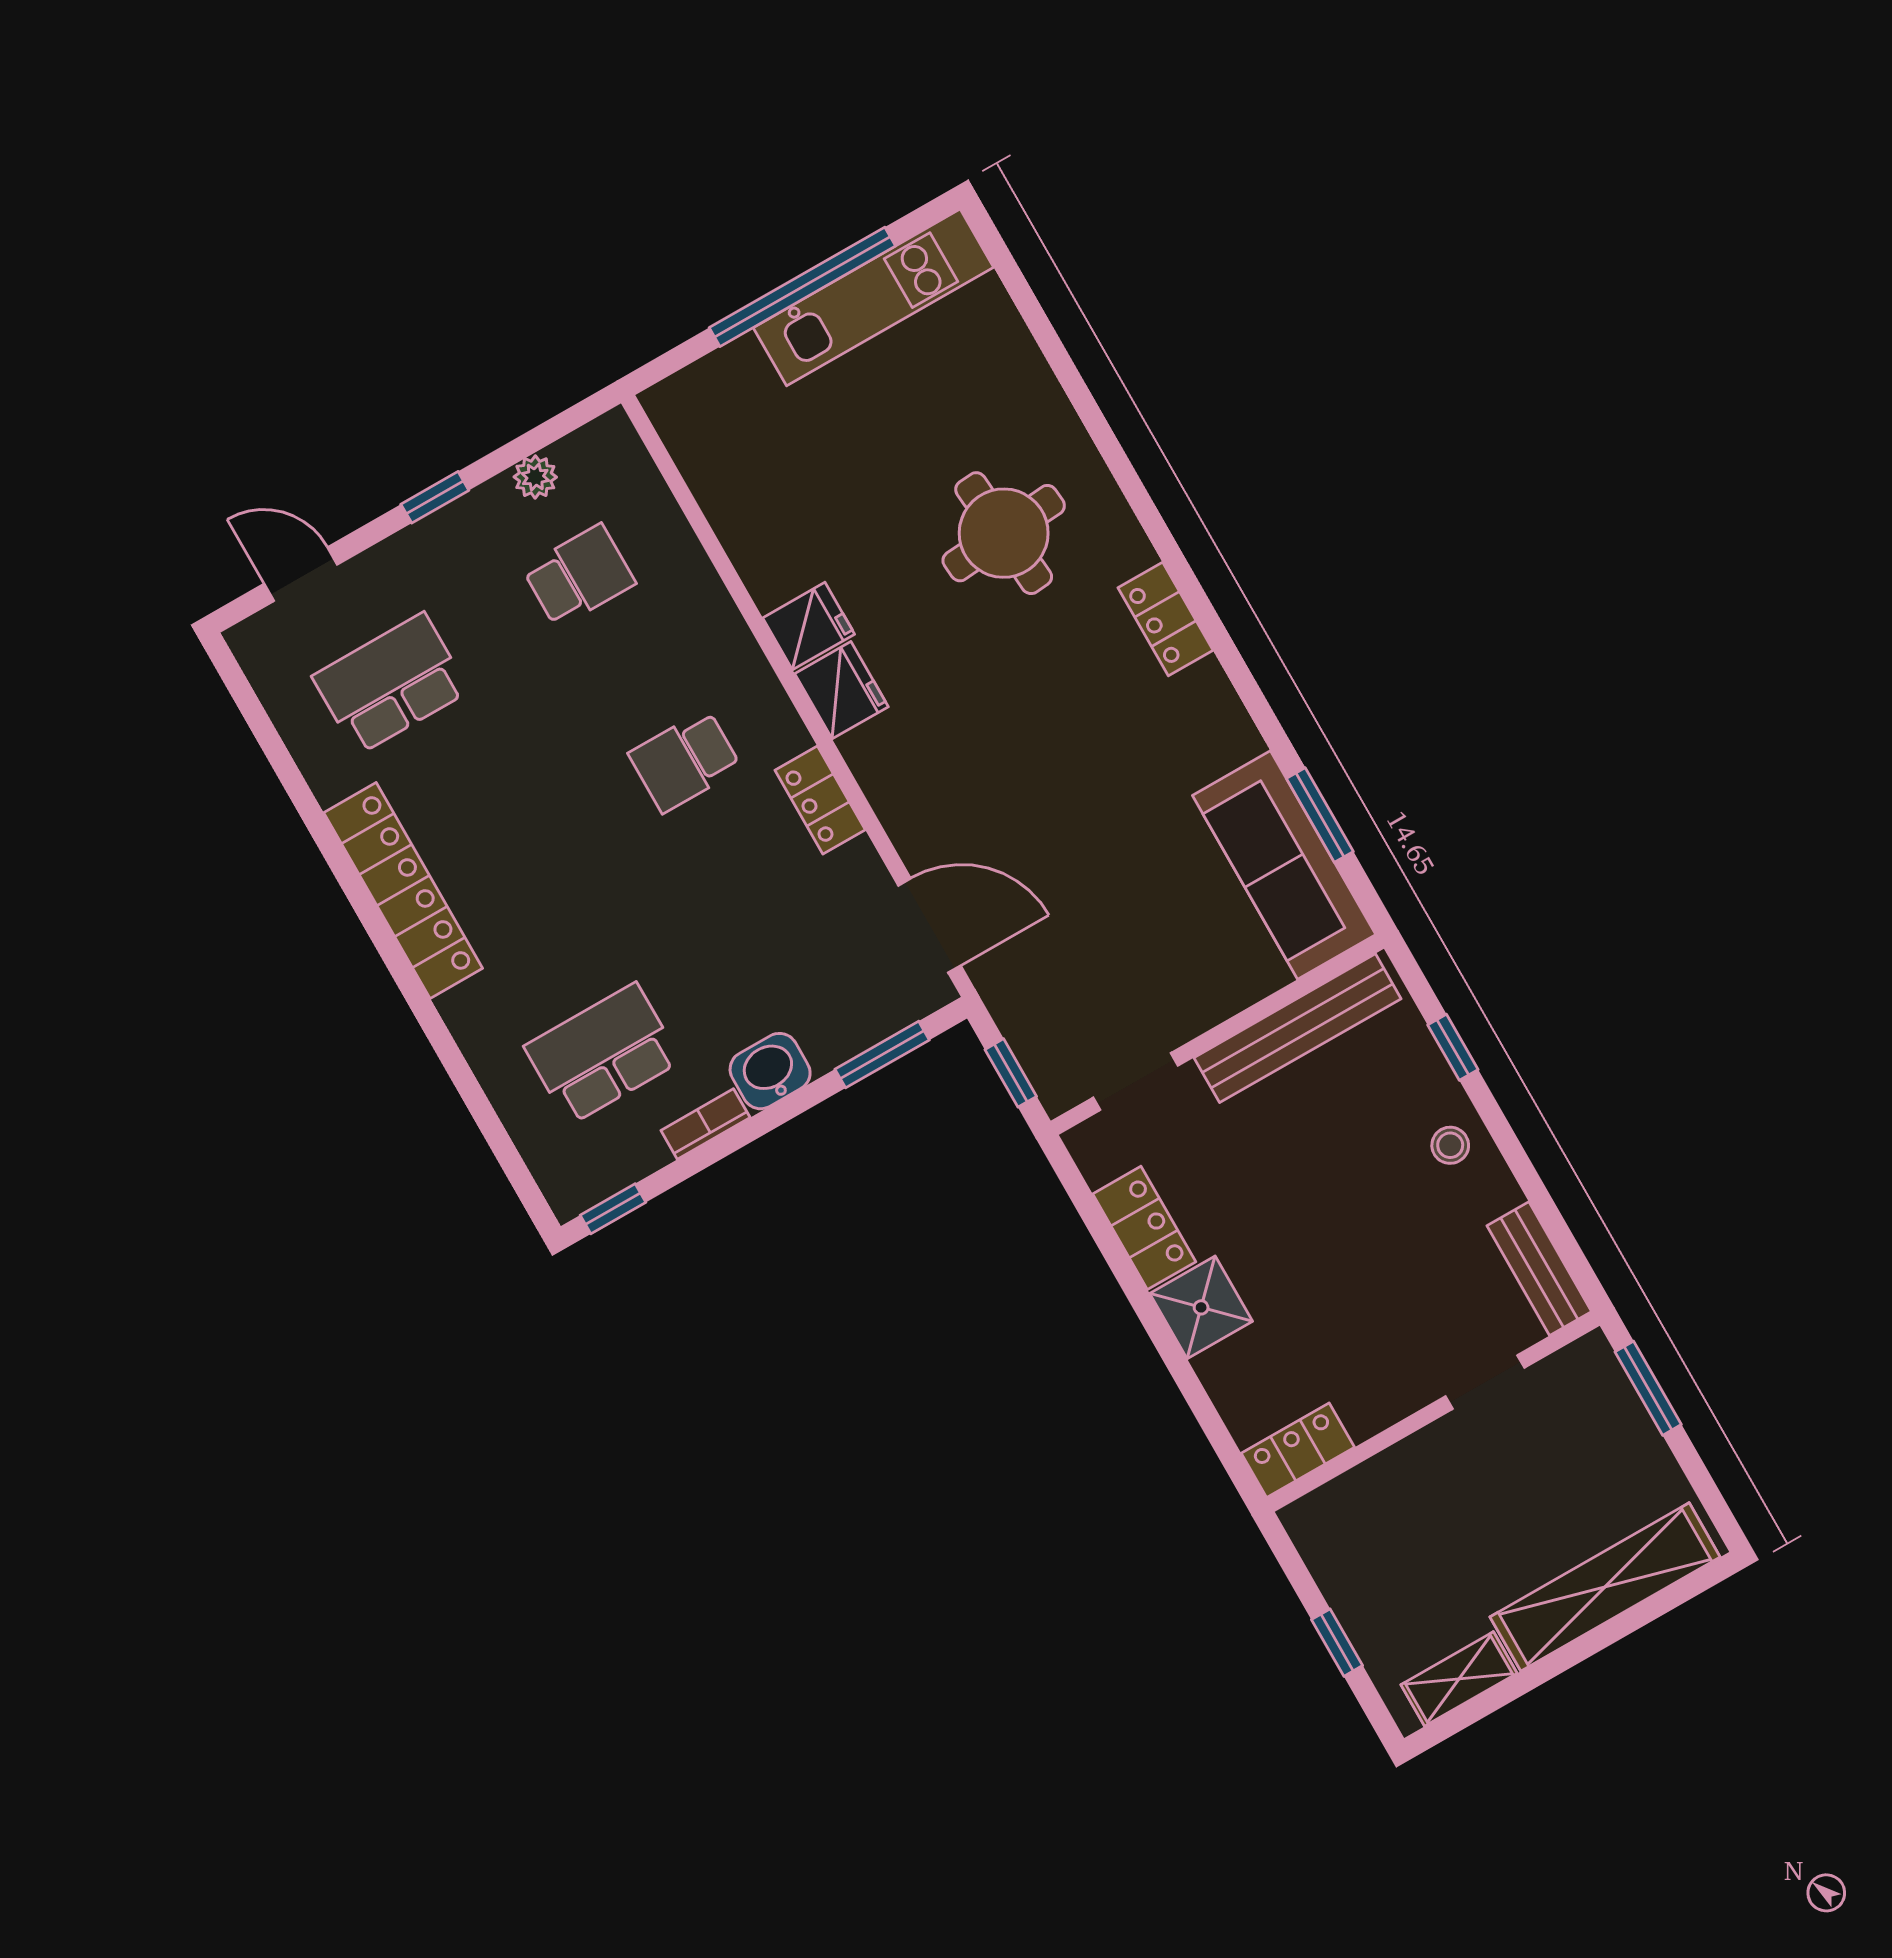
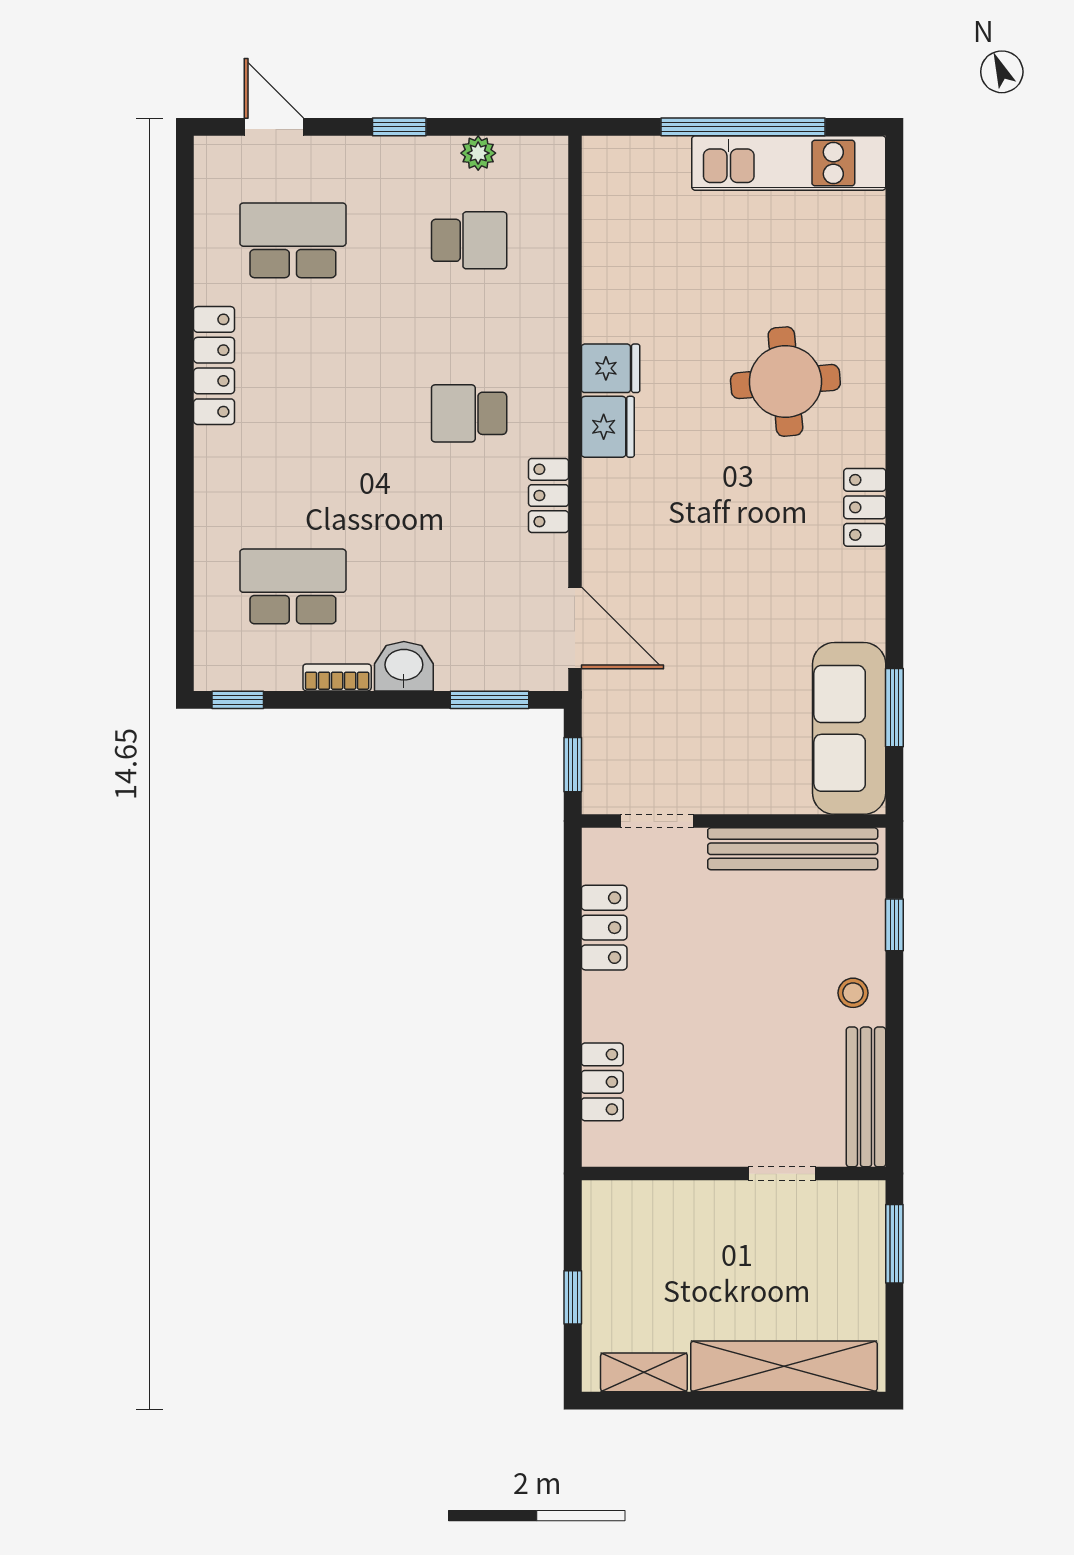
locker: (403, 890) -> (214, 366), width x0.71, depth x0.83
bench: (1539, 1269) -> (866, 1097), width x1.36
shower: (1201, 1307) -> (612, 1007), removed
locker: (1298, 1450) -> (602, 1082), moved, turned 90

